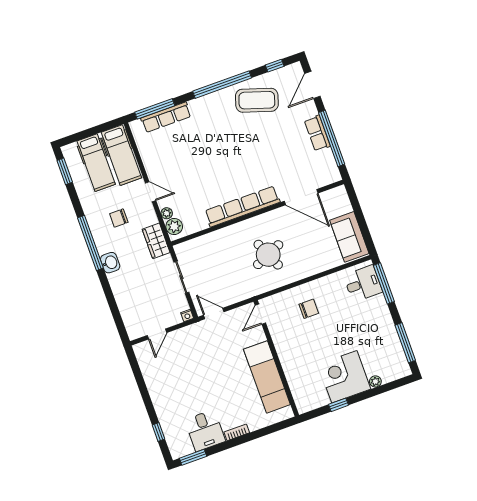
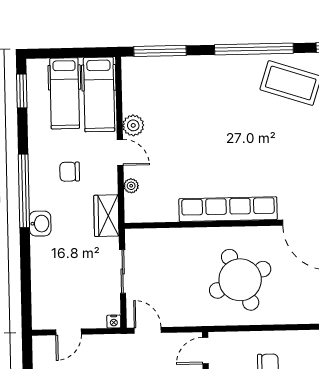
row of seats: (166, 117) -> (170, 66), removed
plant: (174, 226) -> (133, 125), moved
round table: (268, 255) -> (240, 280), width x1.36, depth x1.36

